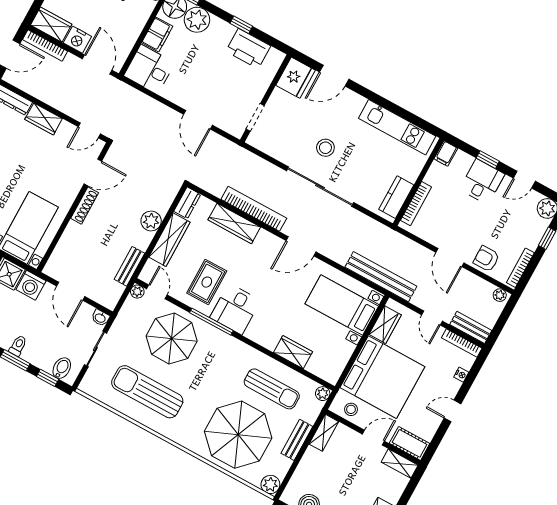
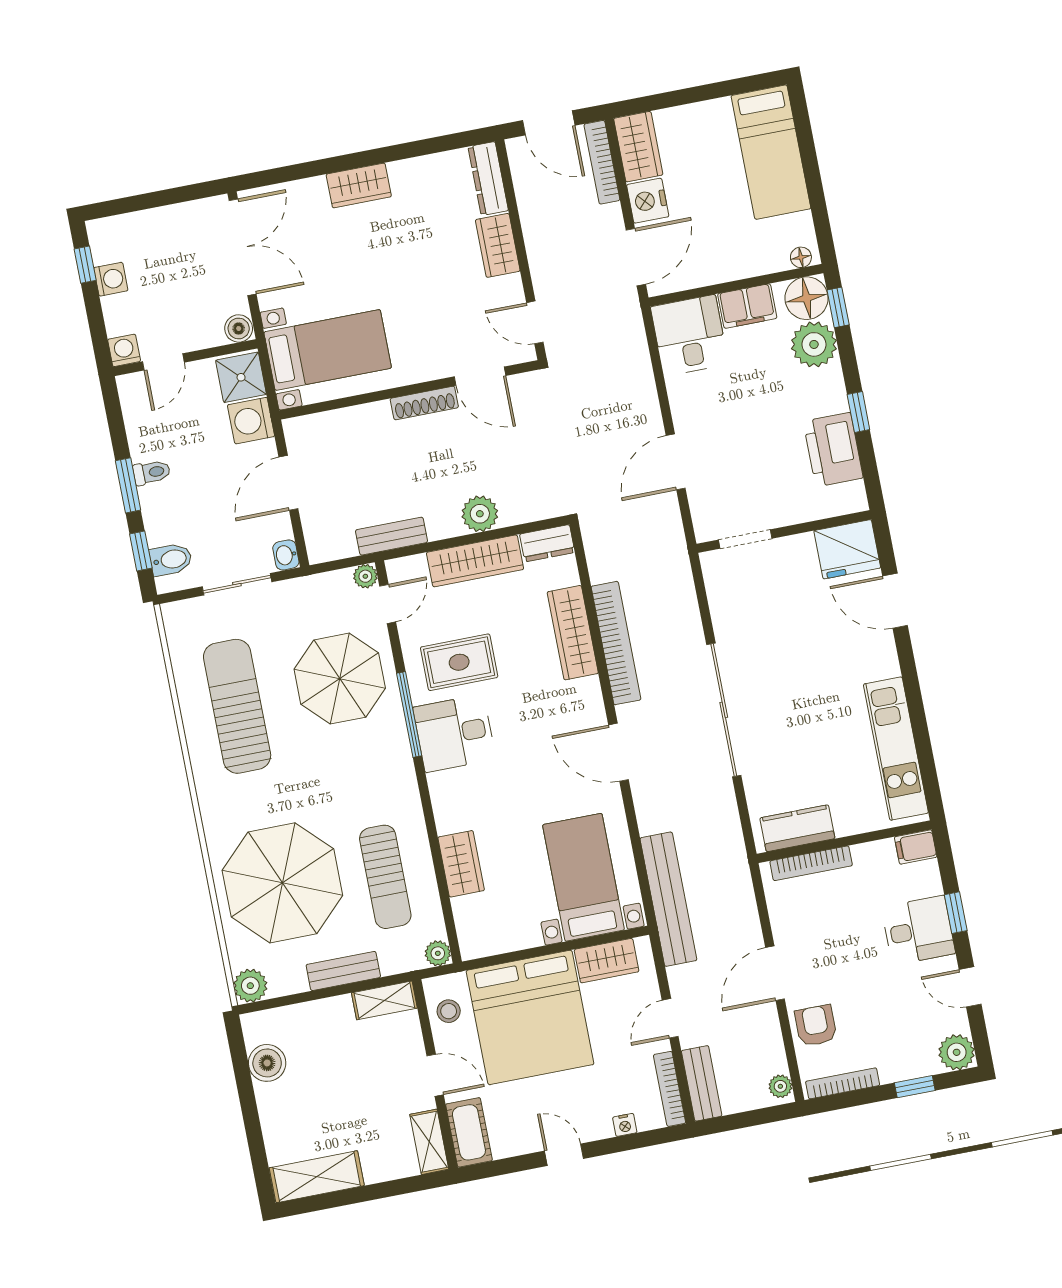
stool: (325, 148) -> (784, 672), removed

